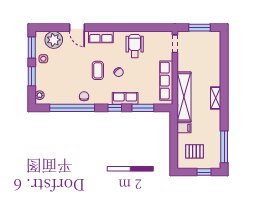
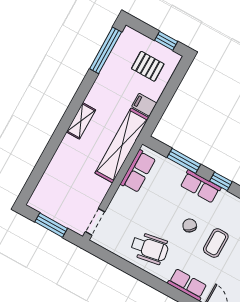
wheelchair: (135, 46) -> (150, 248), turned -100
row of seats: (166, 81) -> (138, 171), width x0.68
window: (204, 172) -> (166, 41), moved

